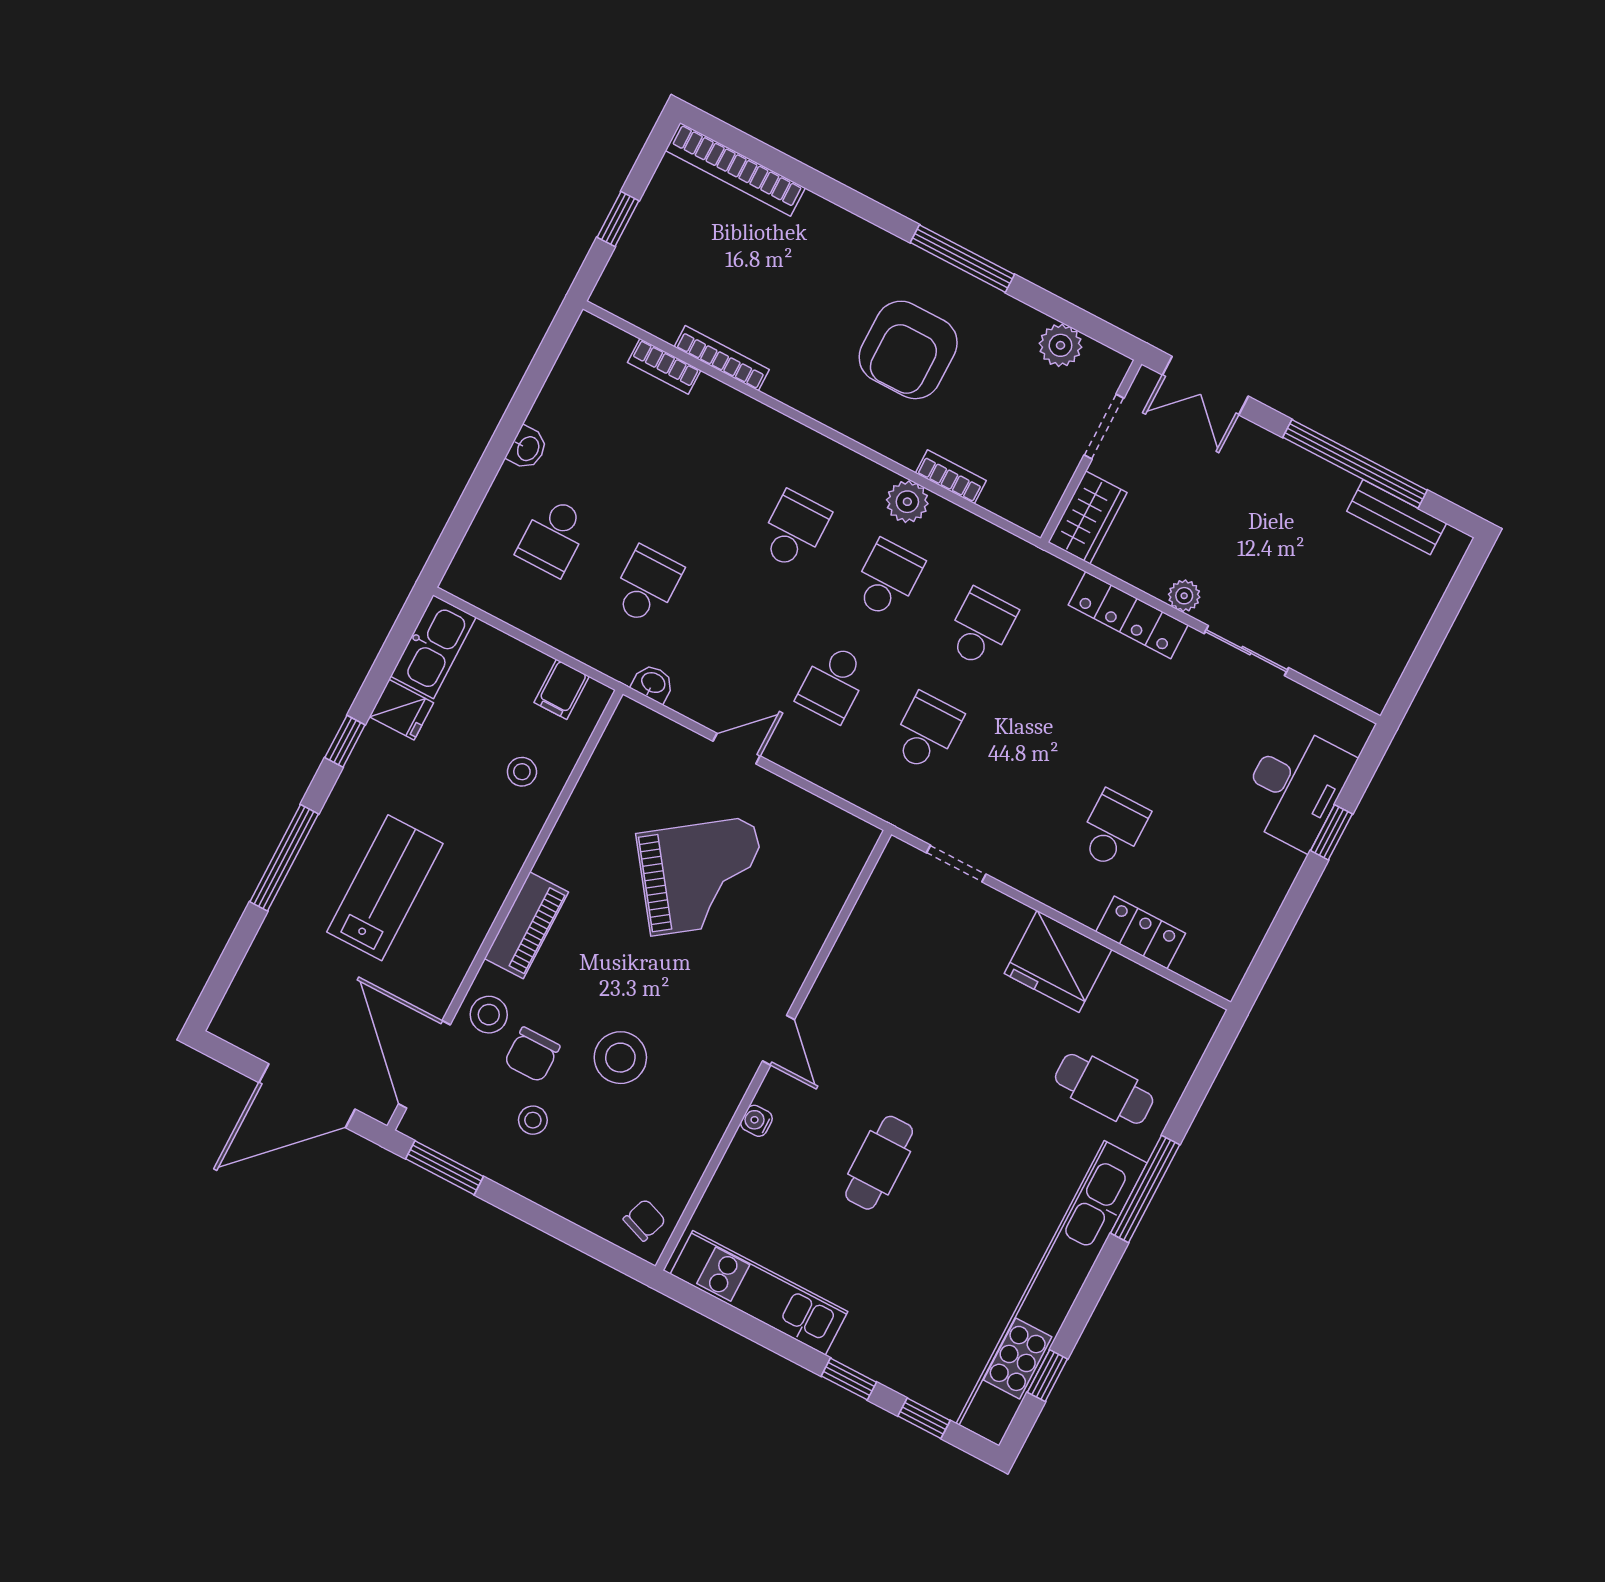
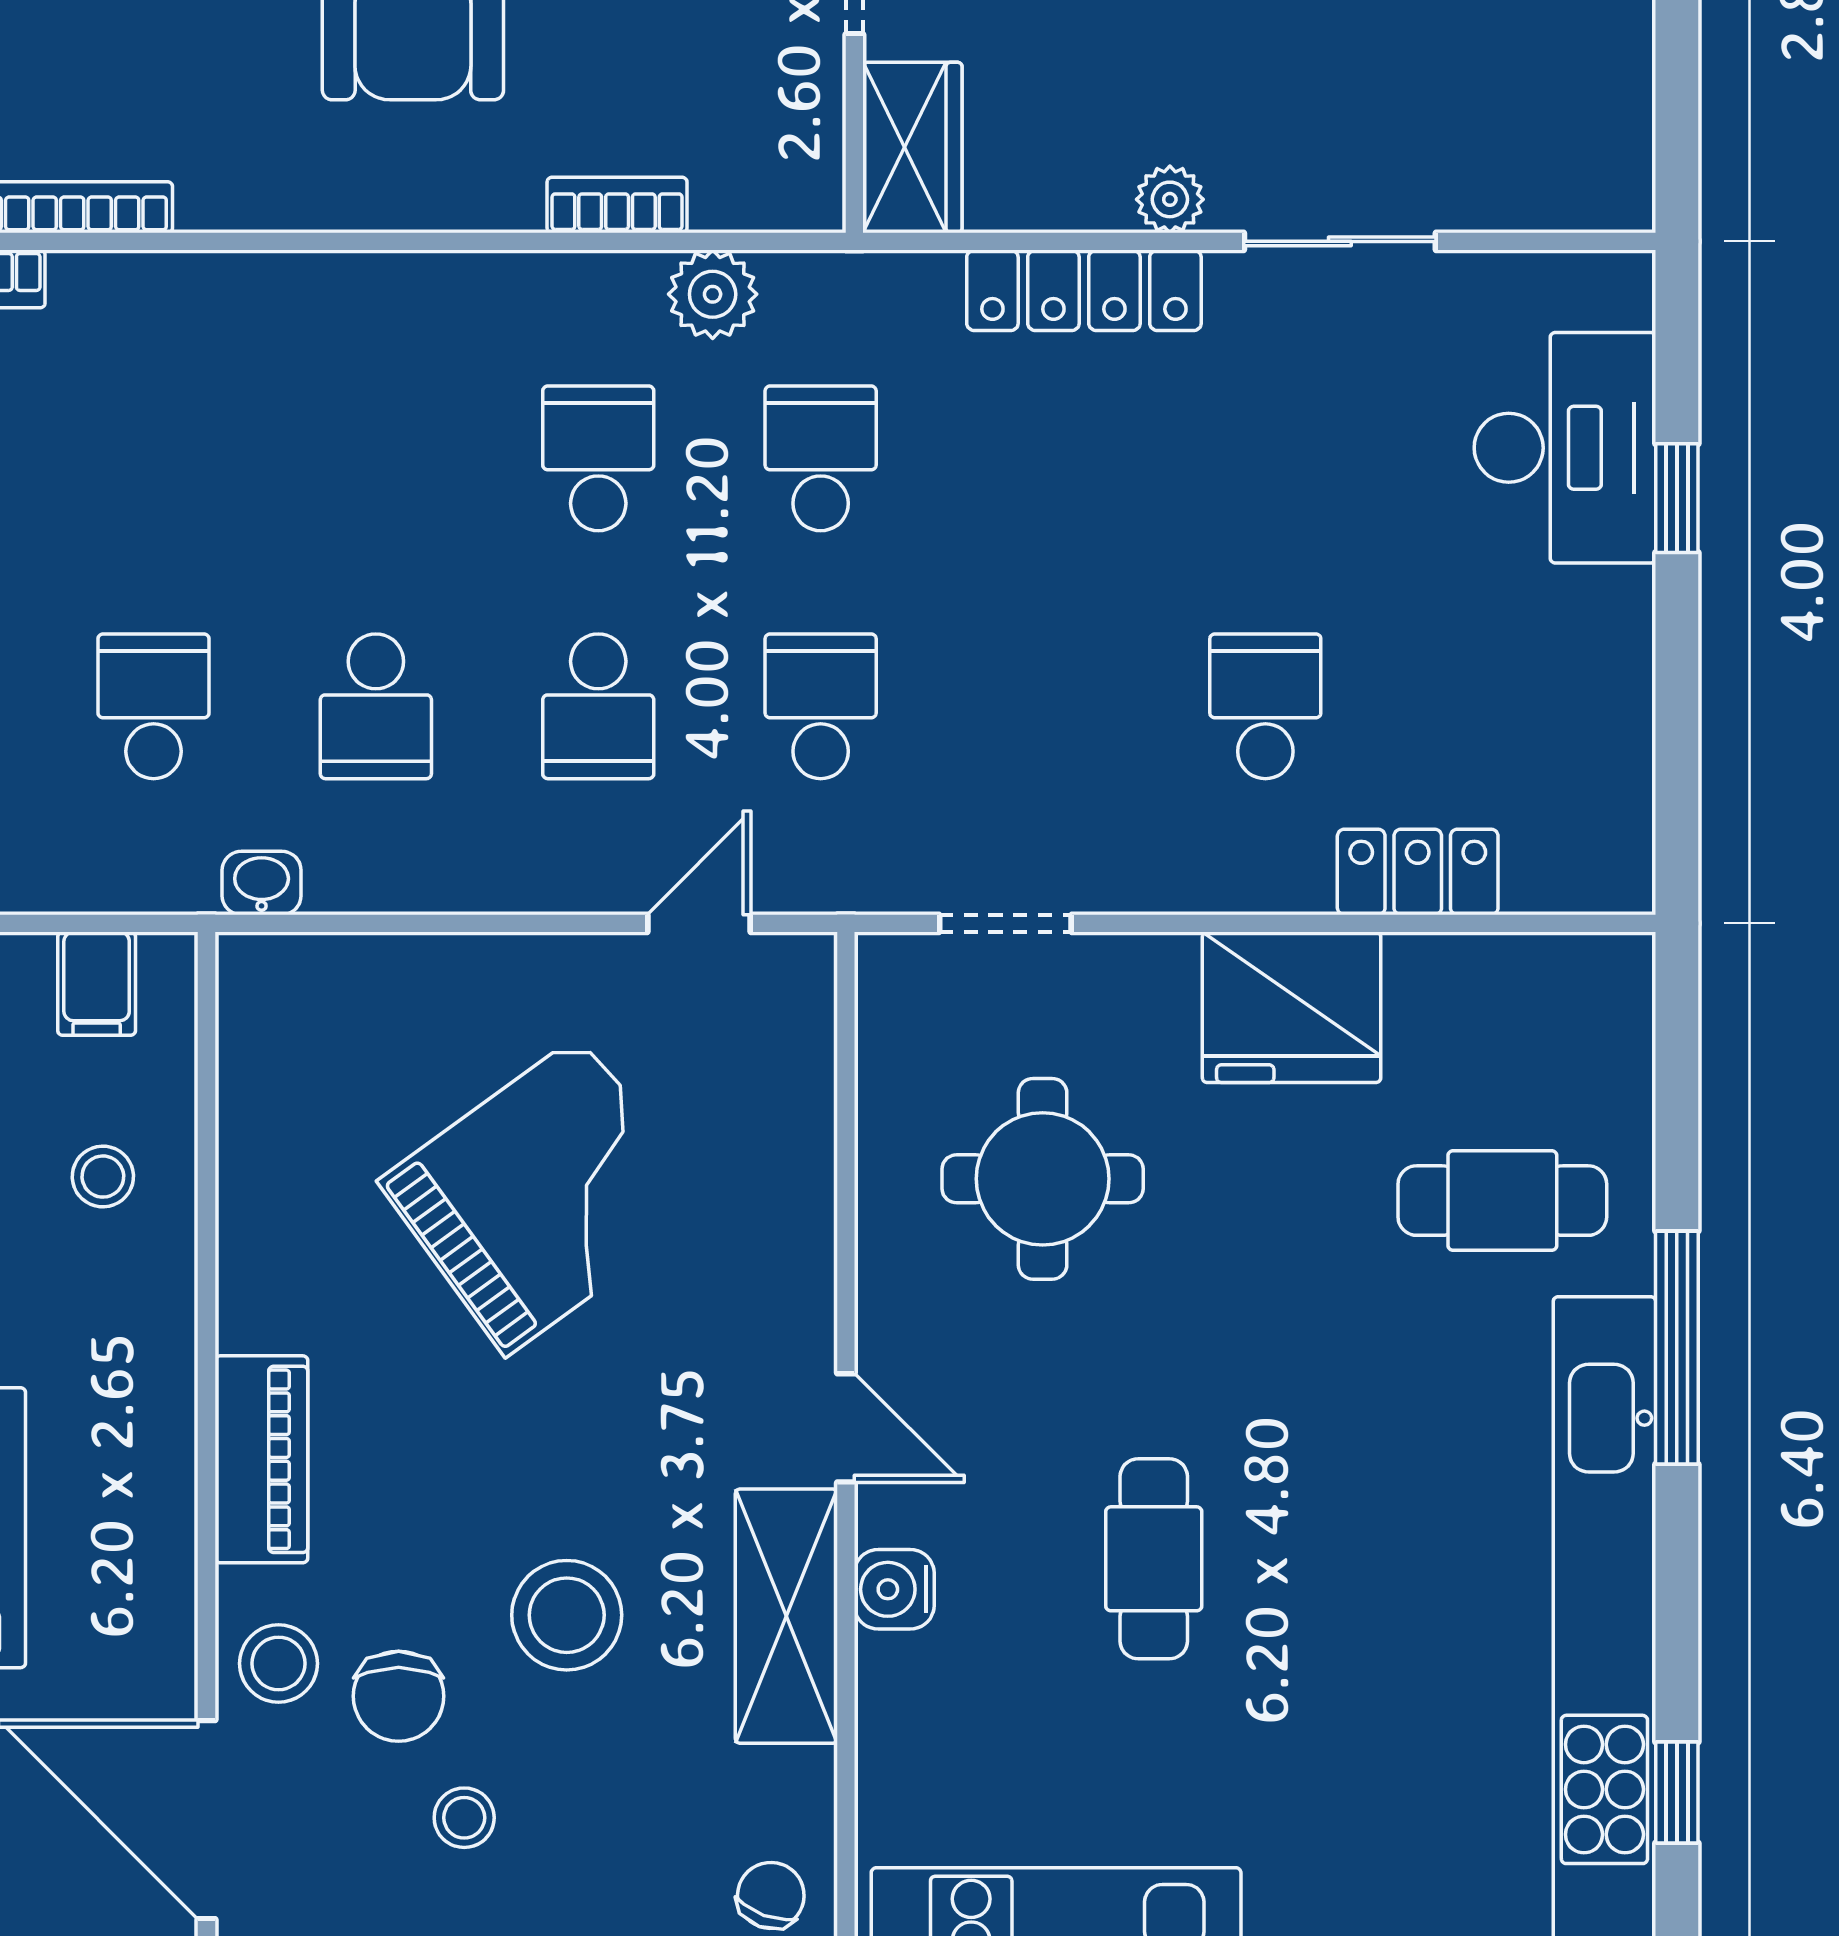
plant: (907, 502) -> (713, 294), moved
school desk: (794, 530) -> (376, 706), moved, turned 180
door: (736, 749) -> (699, 923), moved
round table: (916, 979) -> (1043, 1179), added
shelving: (712, 1106) -> (786, 1616), added
water cooler: (756, 1121) -> (894, 1589), width x1.38, depth x1.38

